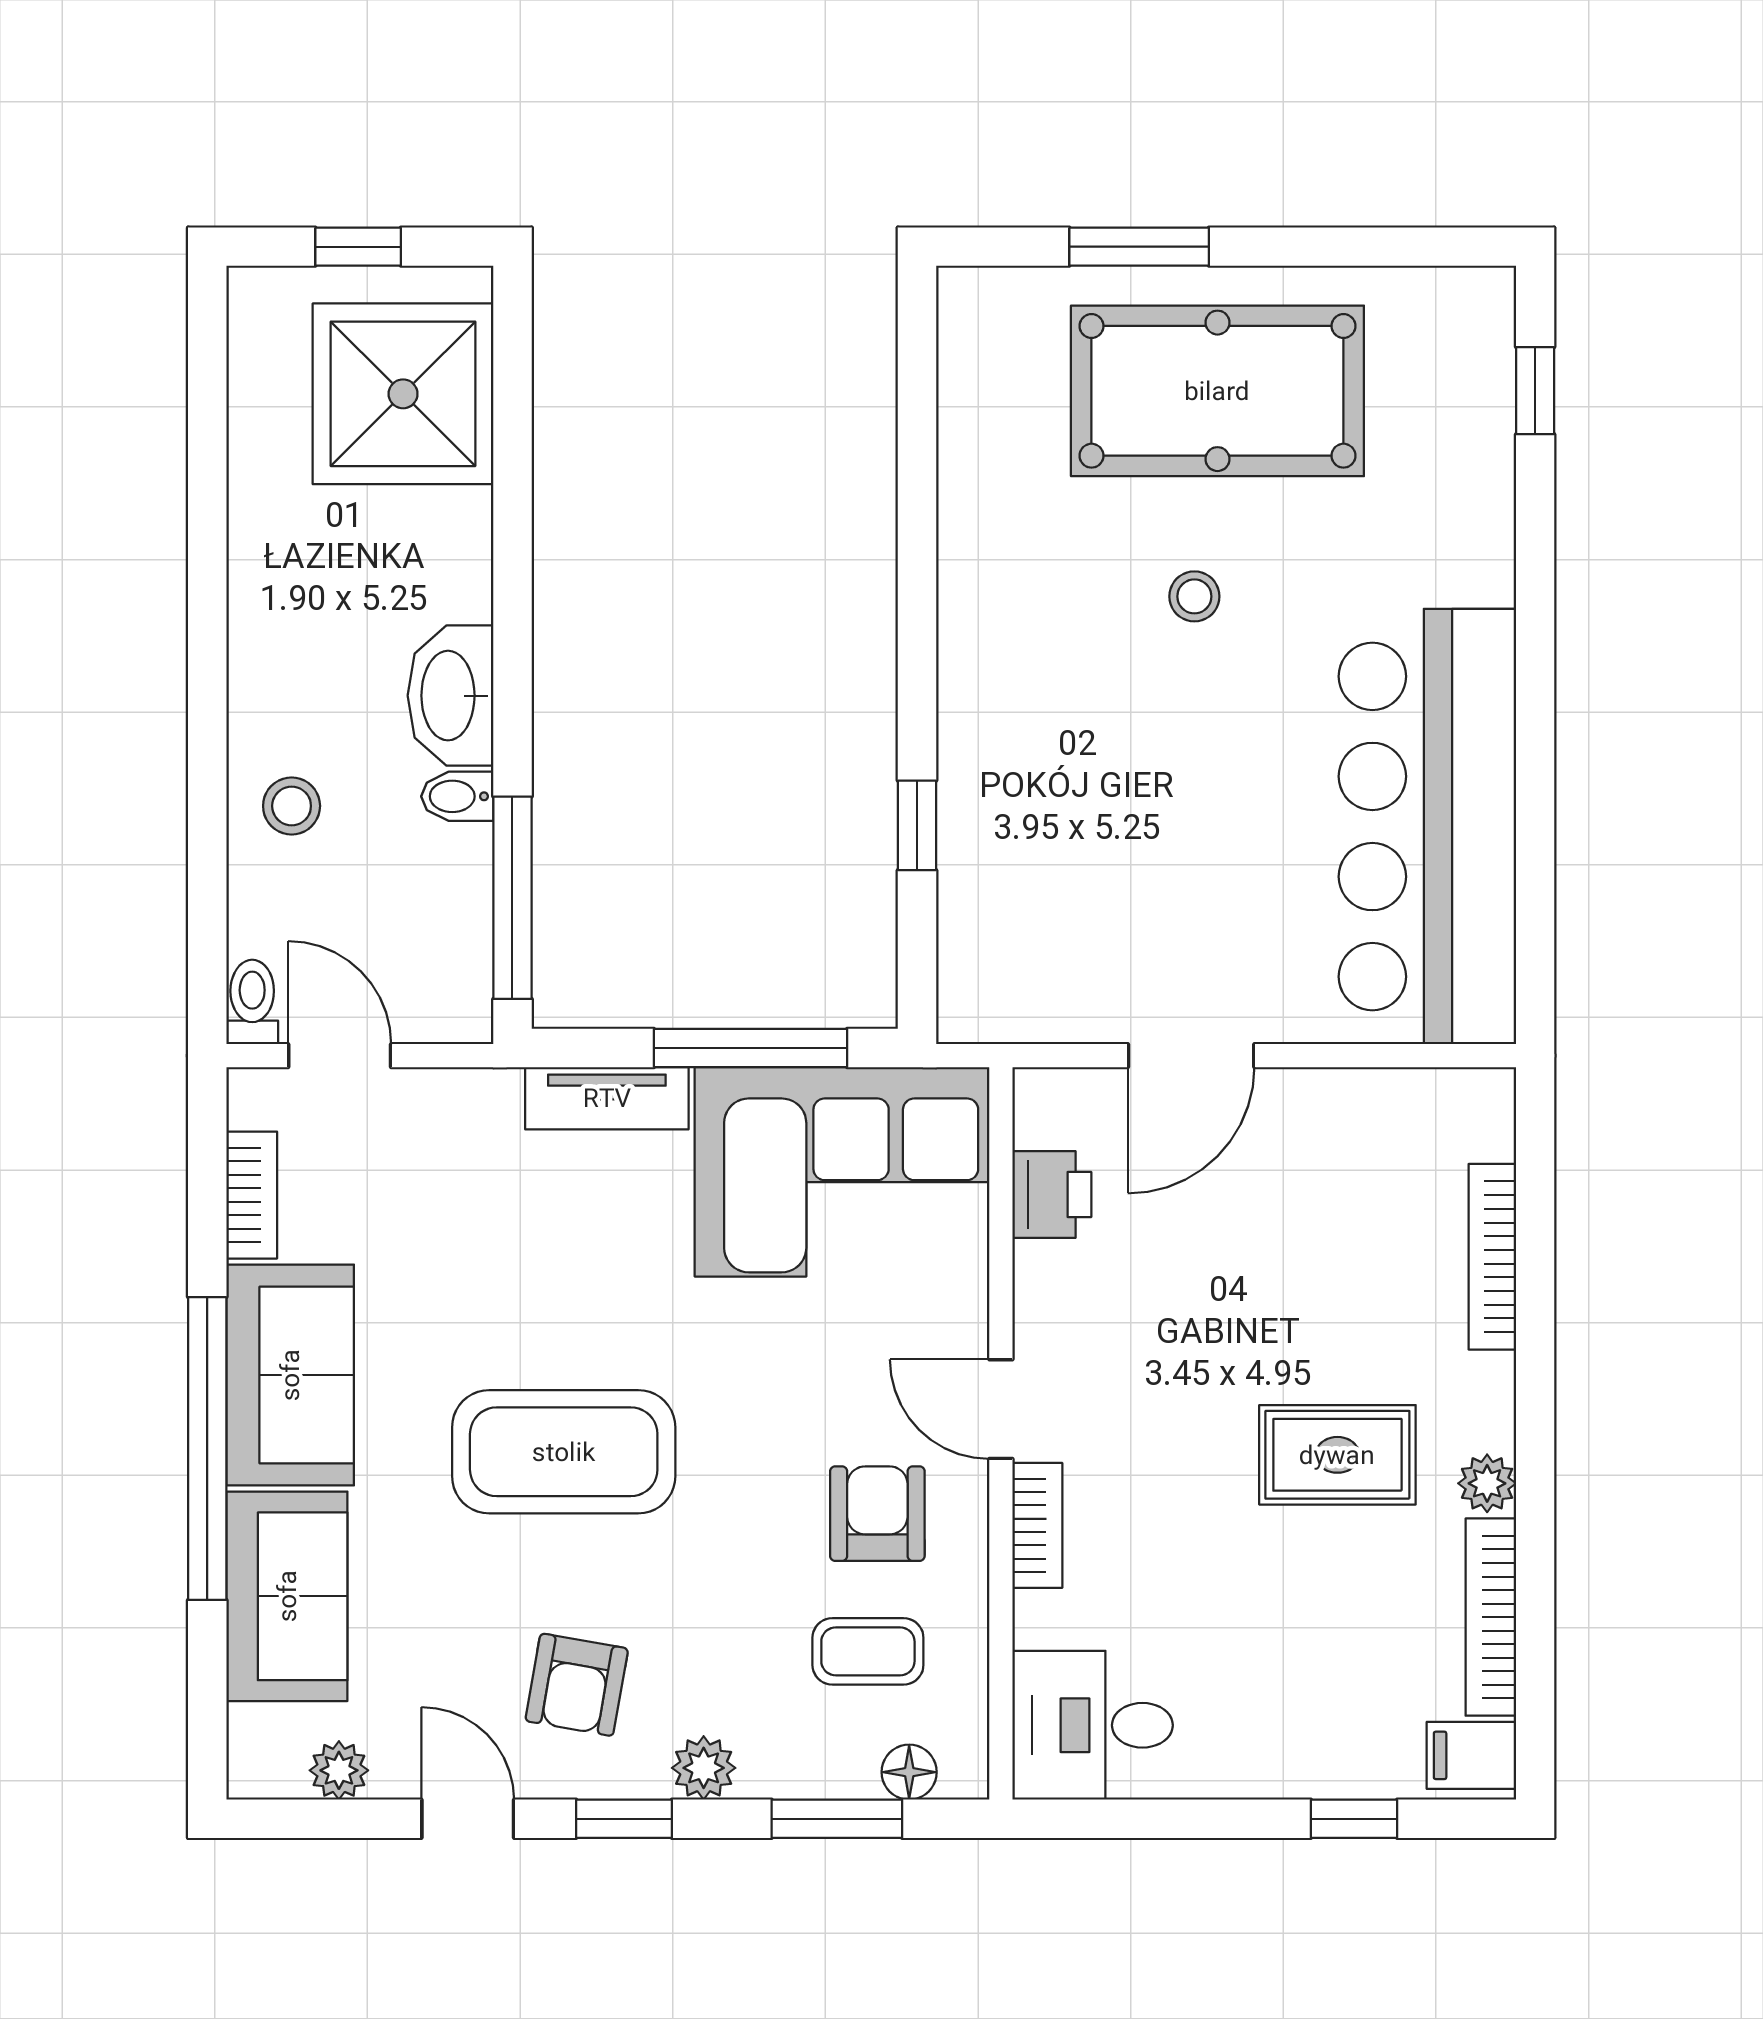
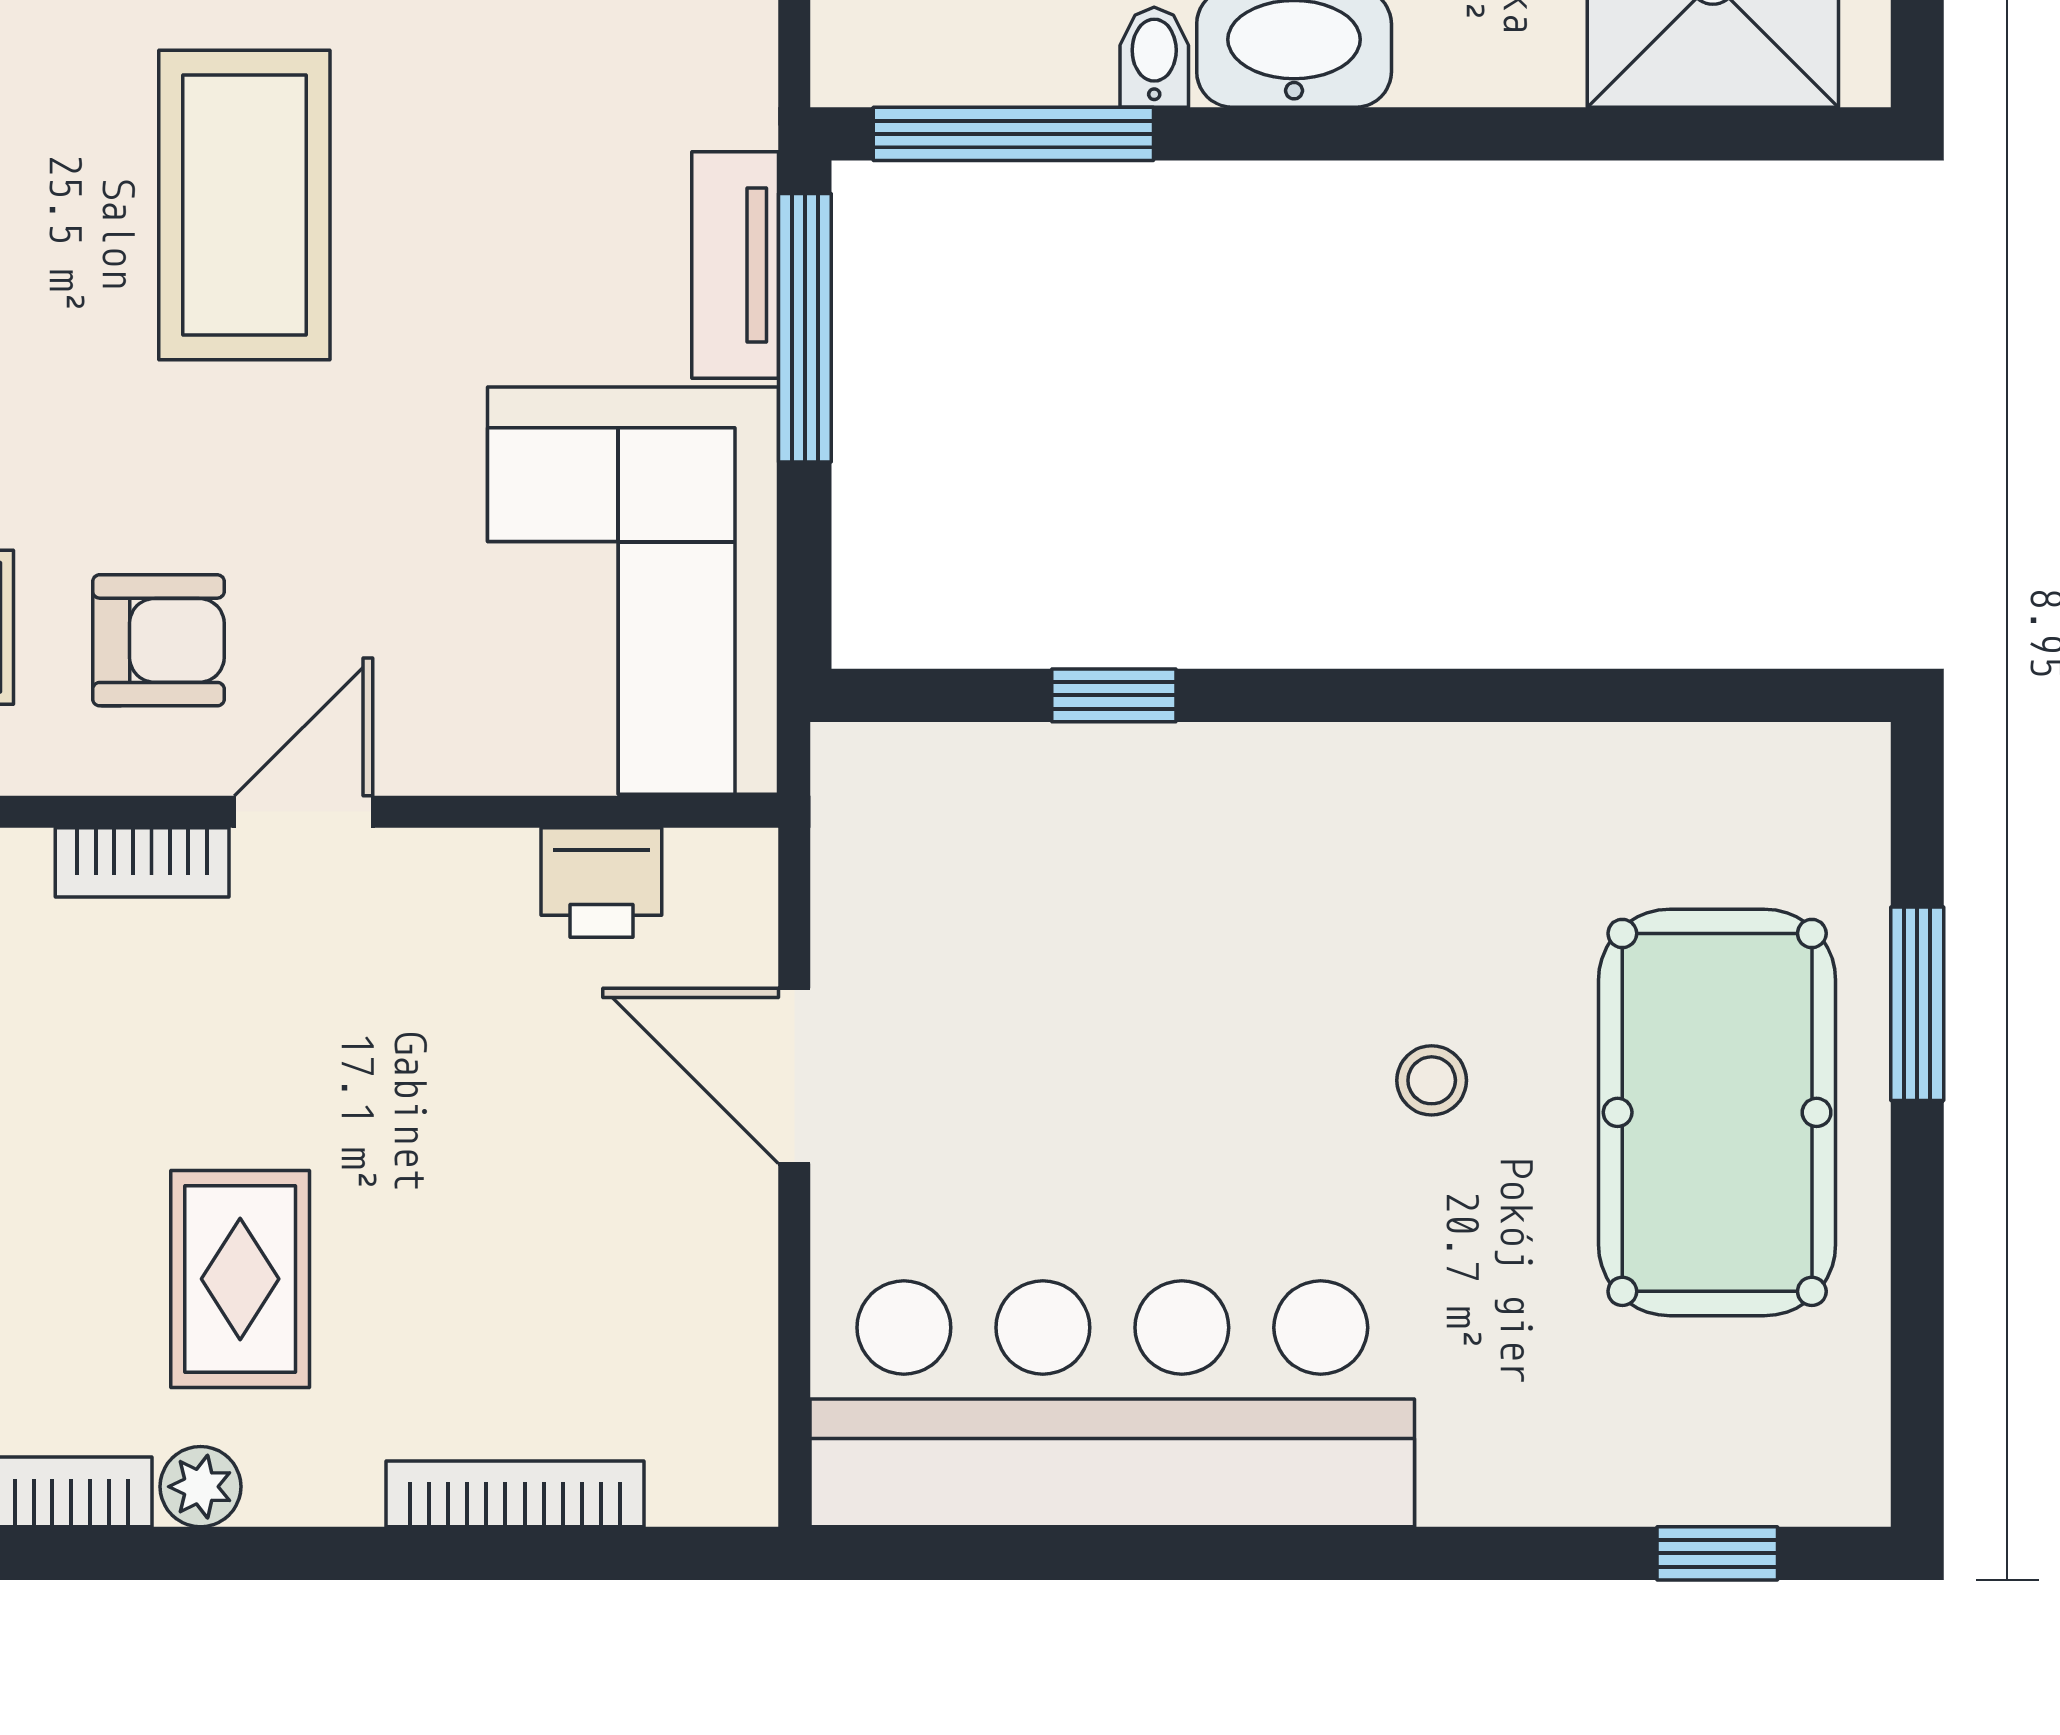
window: (751, 1048) -> (805, 328), moved

